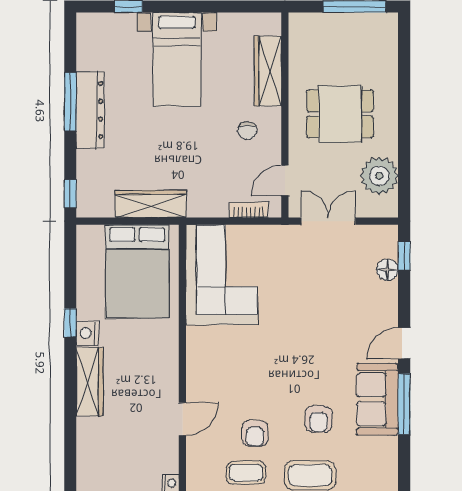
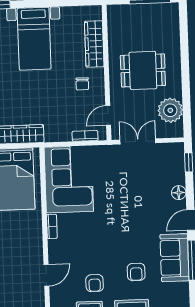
floor lamp: (387, 270) -> (179, 193), moved
bookcase: (193, 345) -> (52, 226), added

